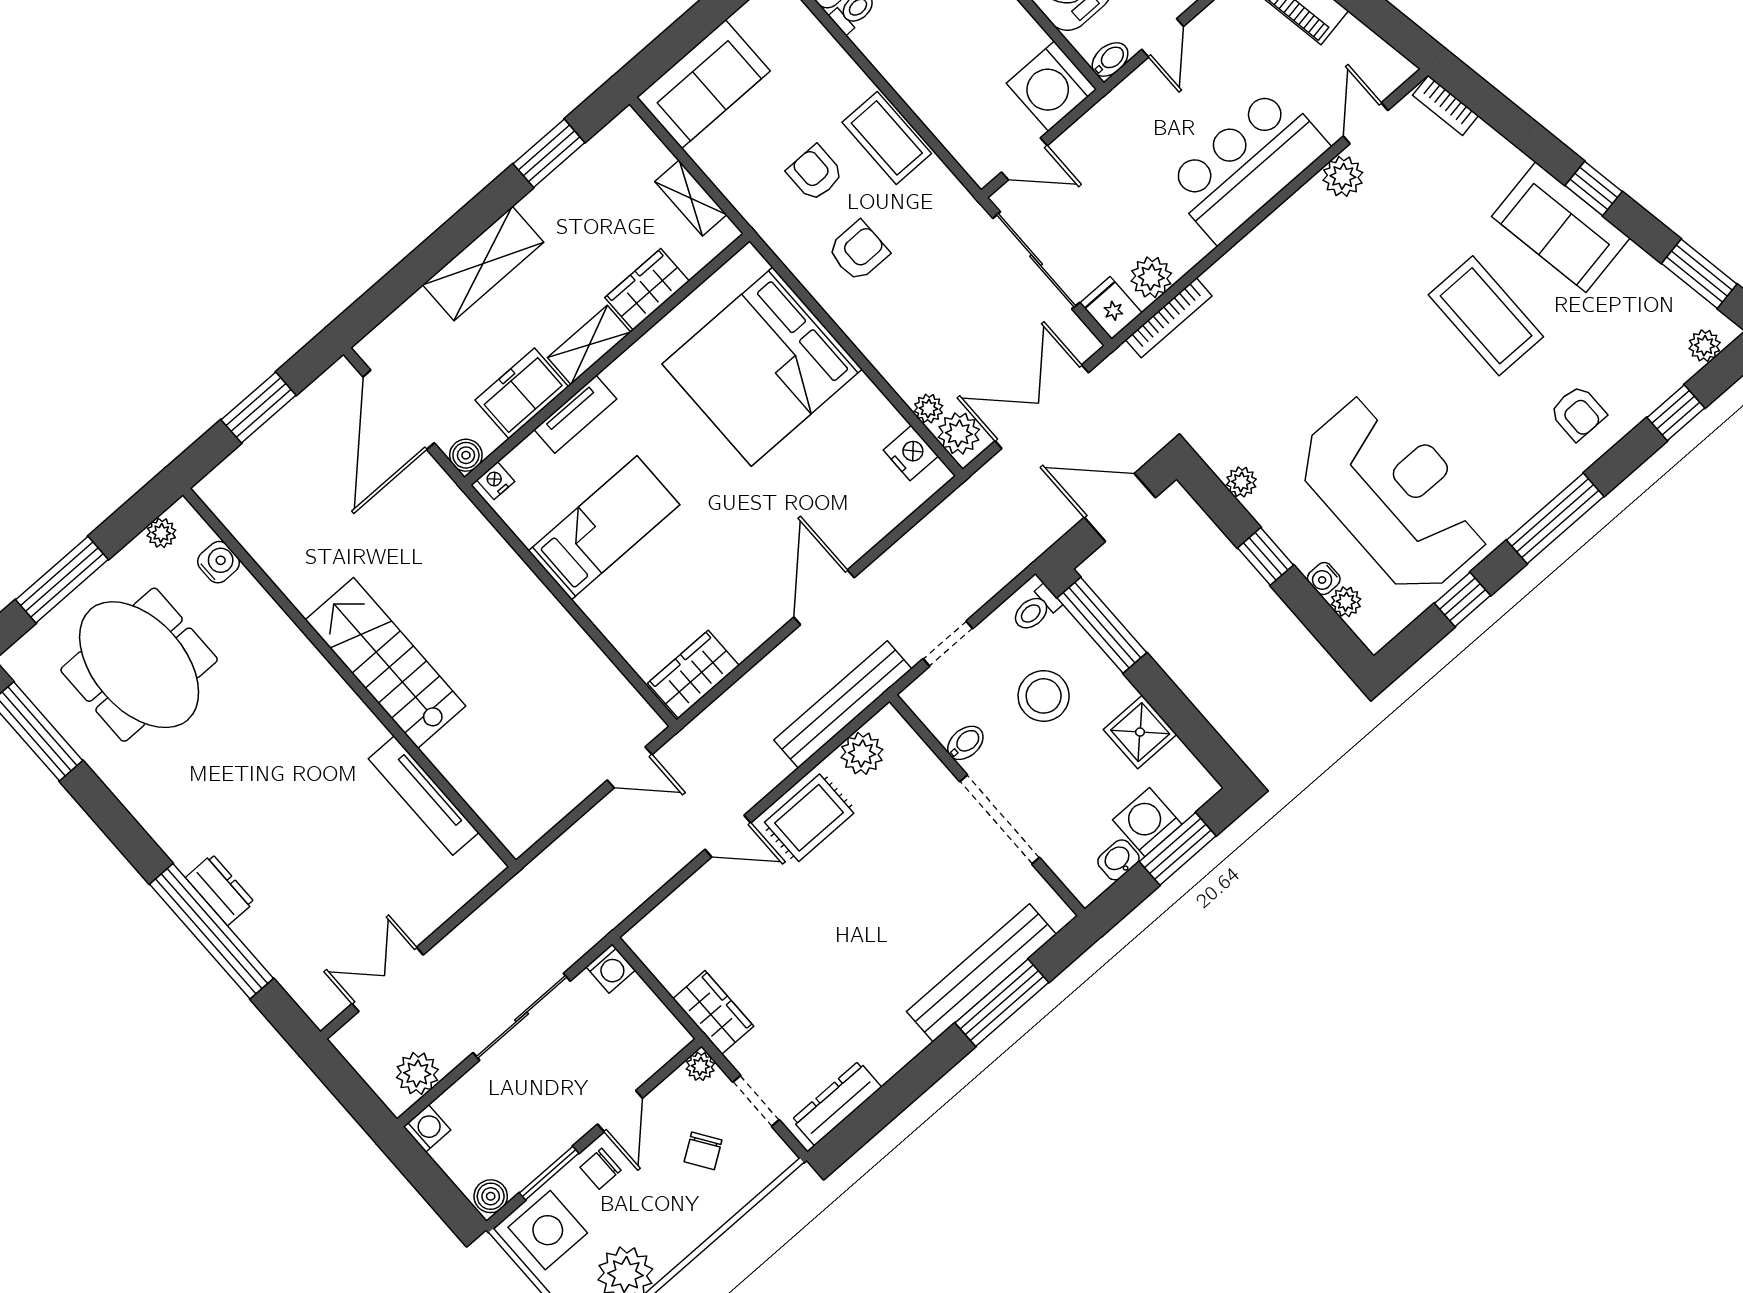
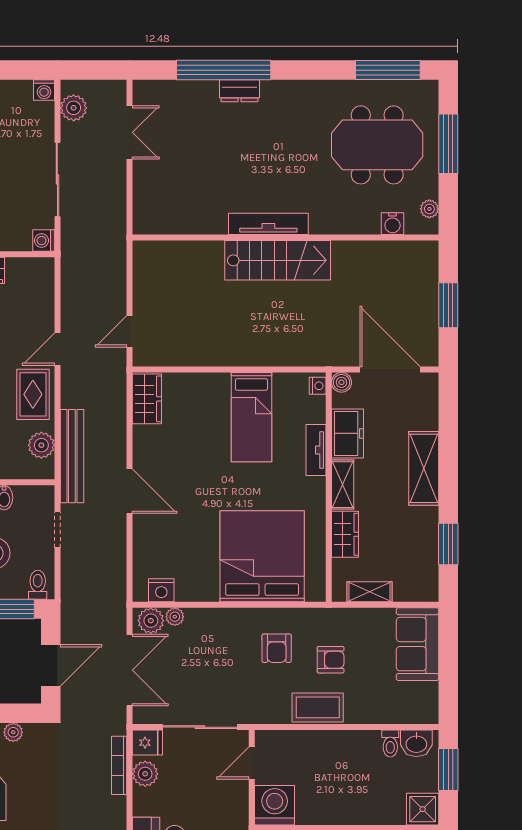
tv unit: (424, 796) -> (268, 224), moved

